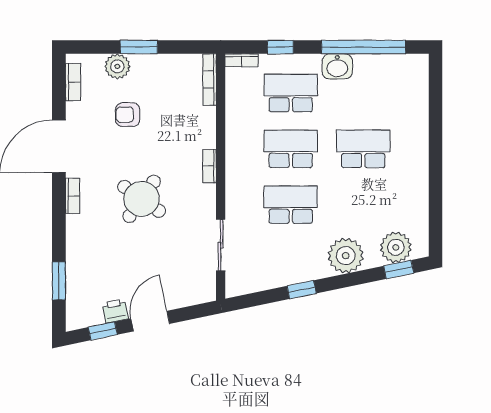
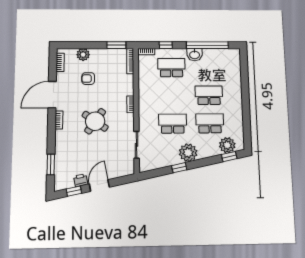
window: (139, 47) -> (116, 45), moved
school desk: (291, 149) -> (210, 123), moved
plant: (346, 256) -> (188, 153), moved

